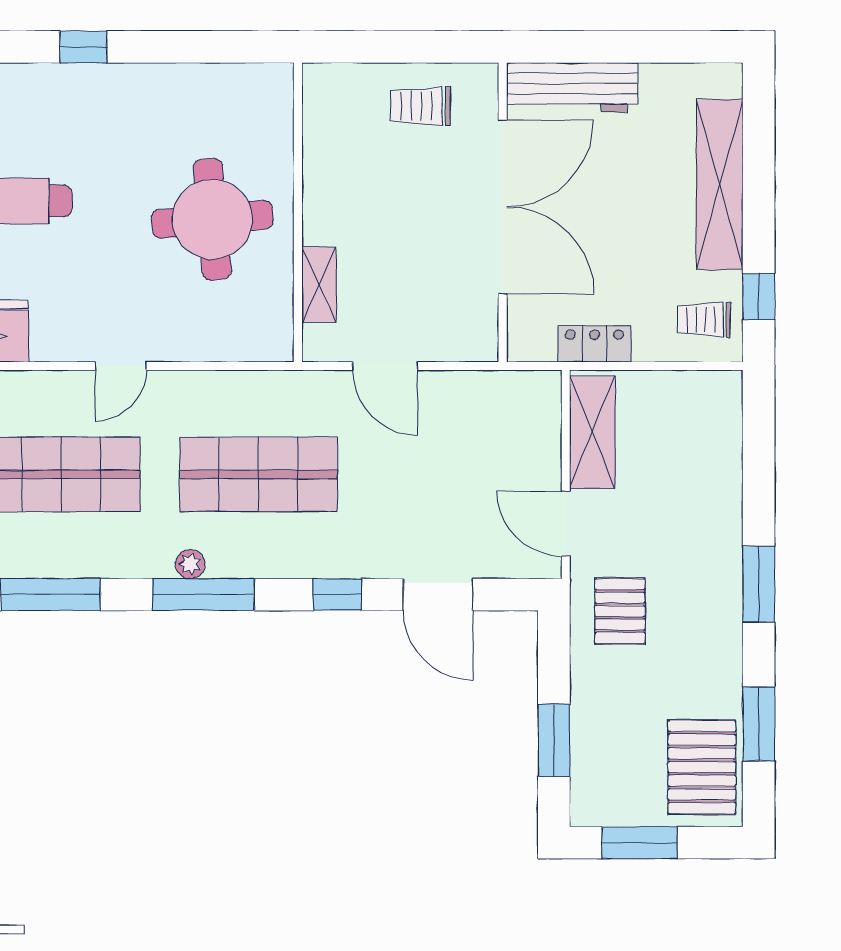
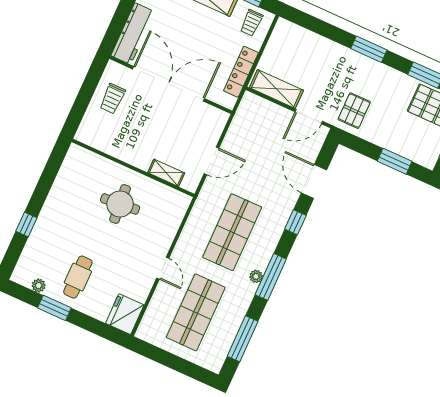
round table: (212, 219) -> (120, 204), width x0.73, depth x0.73
locker: (594, 344) -> (241, 72), width x1.53
door: (438, 595) -> (314, 181), swing flipped
pallet: (620, 611) -> (354, 111), turned 90

